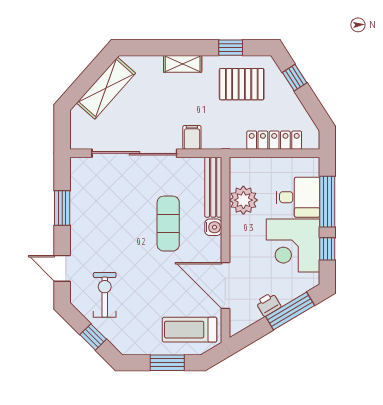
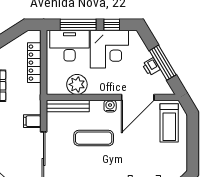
desk: (298, 197) -> (70, 46), width x1.37
water cooler: (213, 227) -> (110, 106), moved
window: (290, 311) -> (163, 63), moved
window: (167, 363) -> (193, 139), removed

